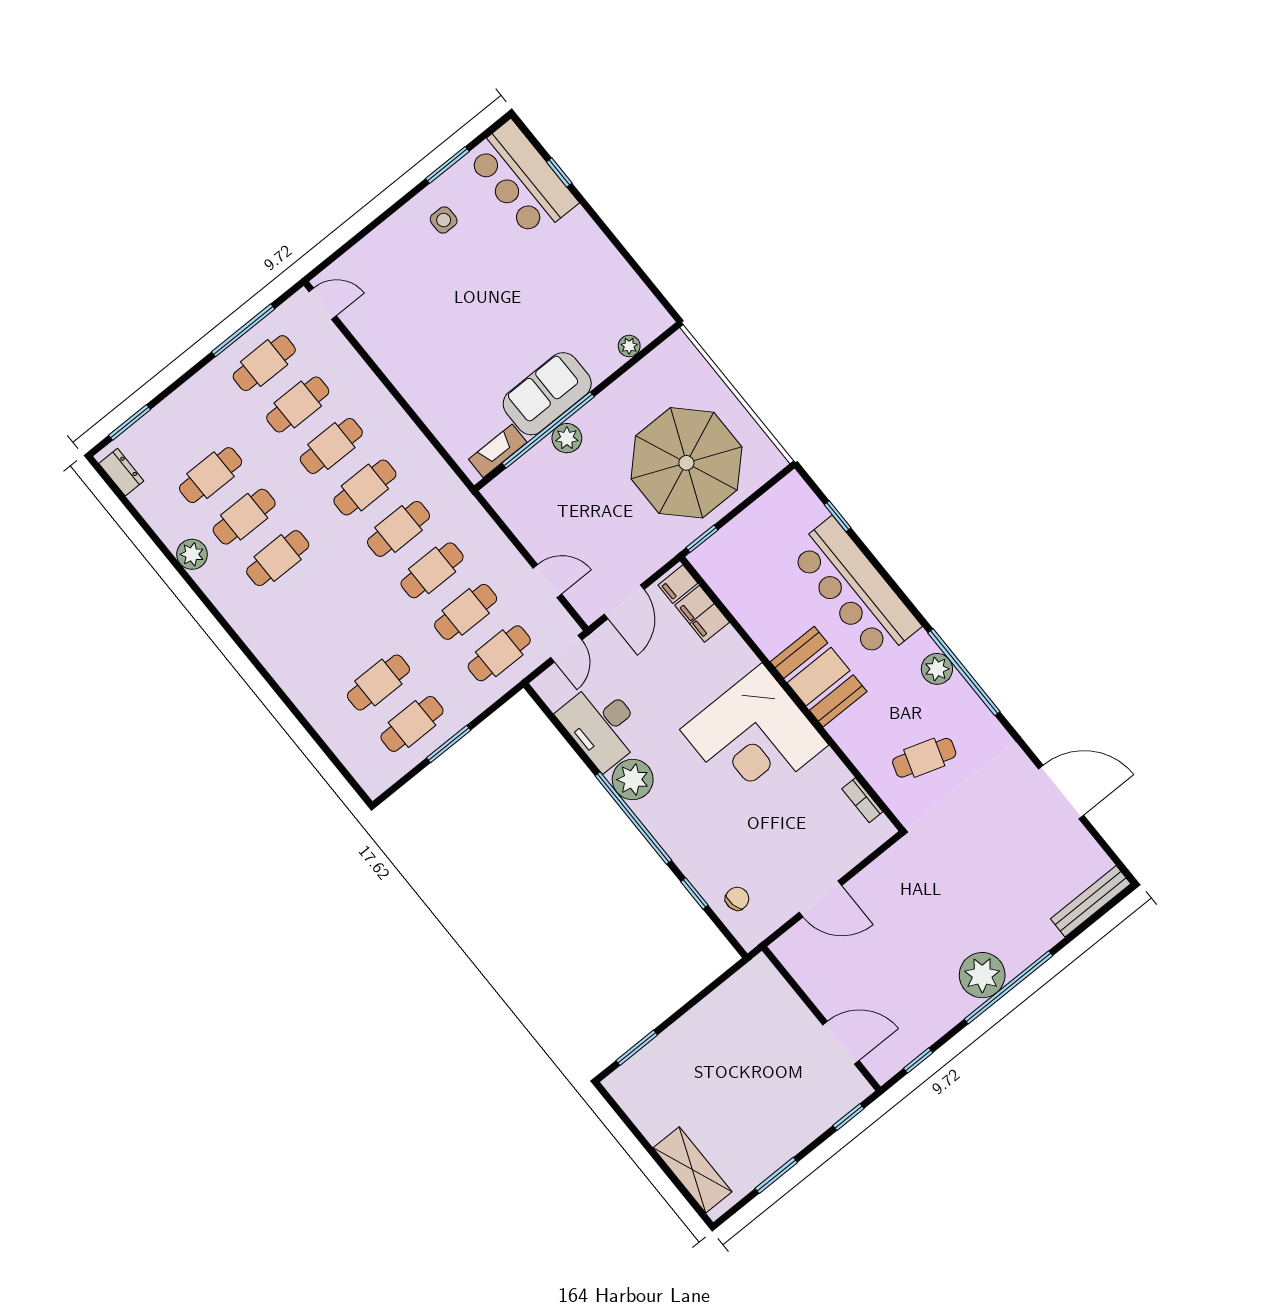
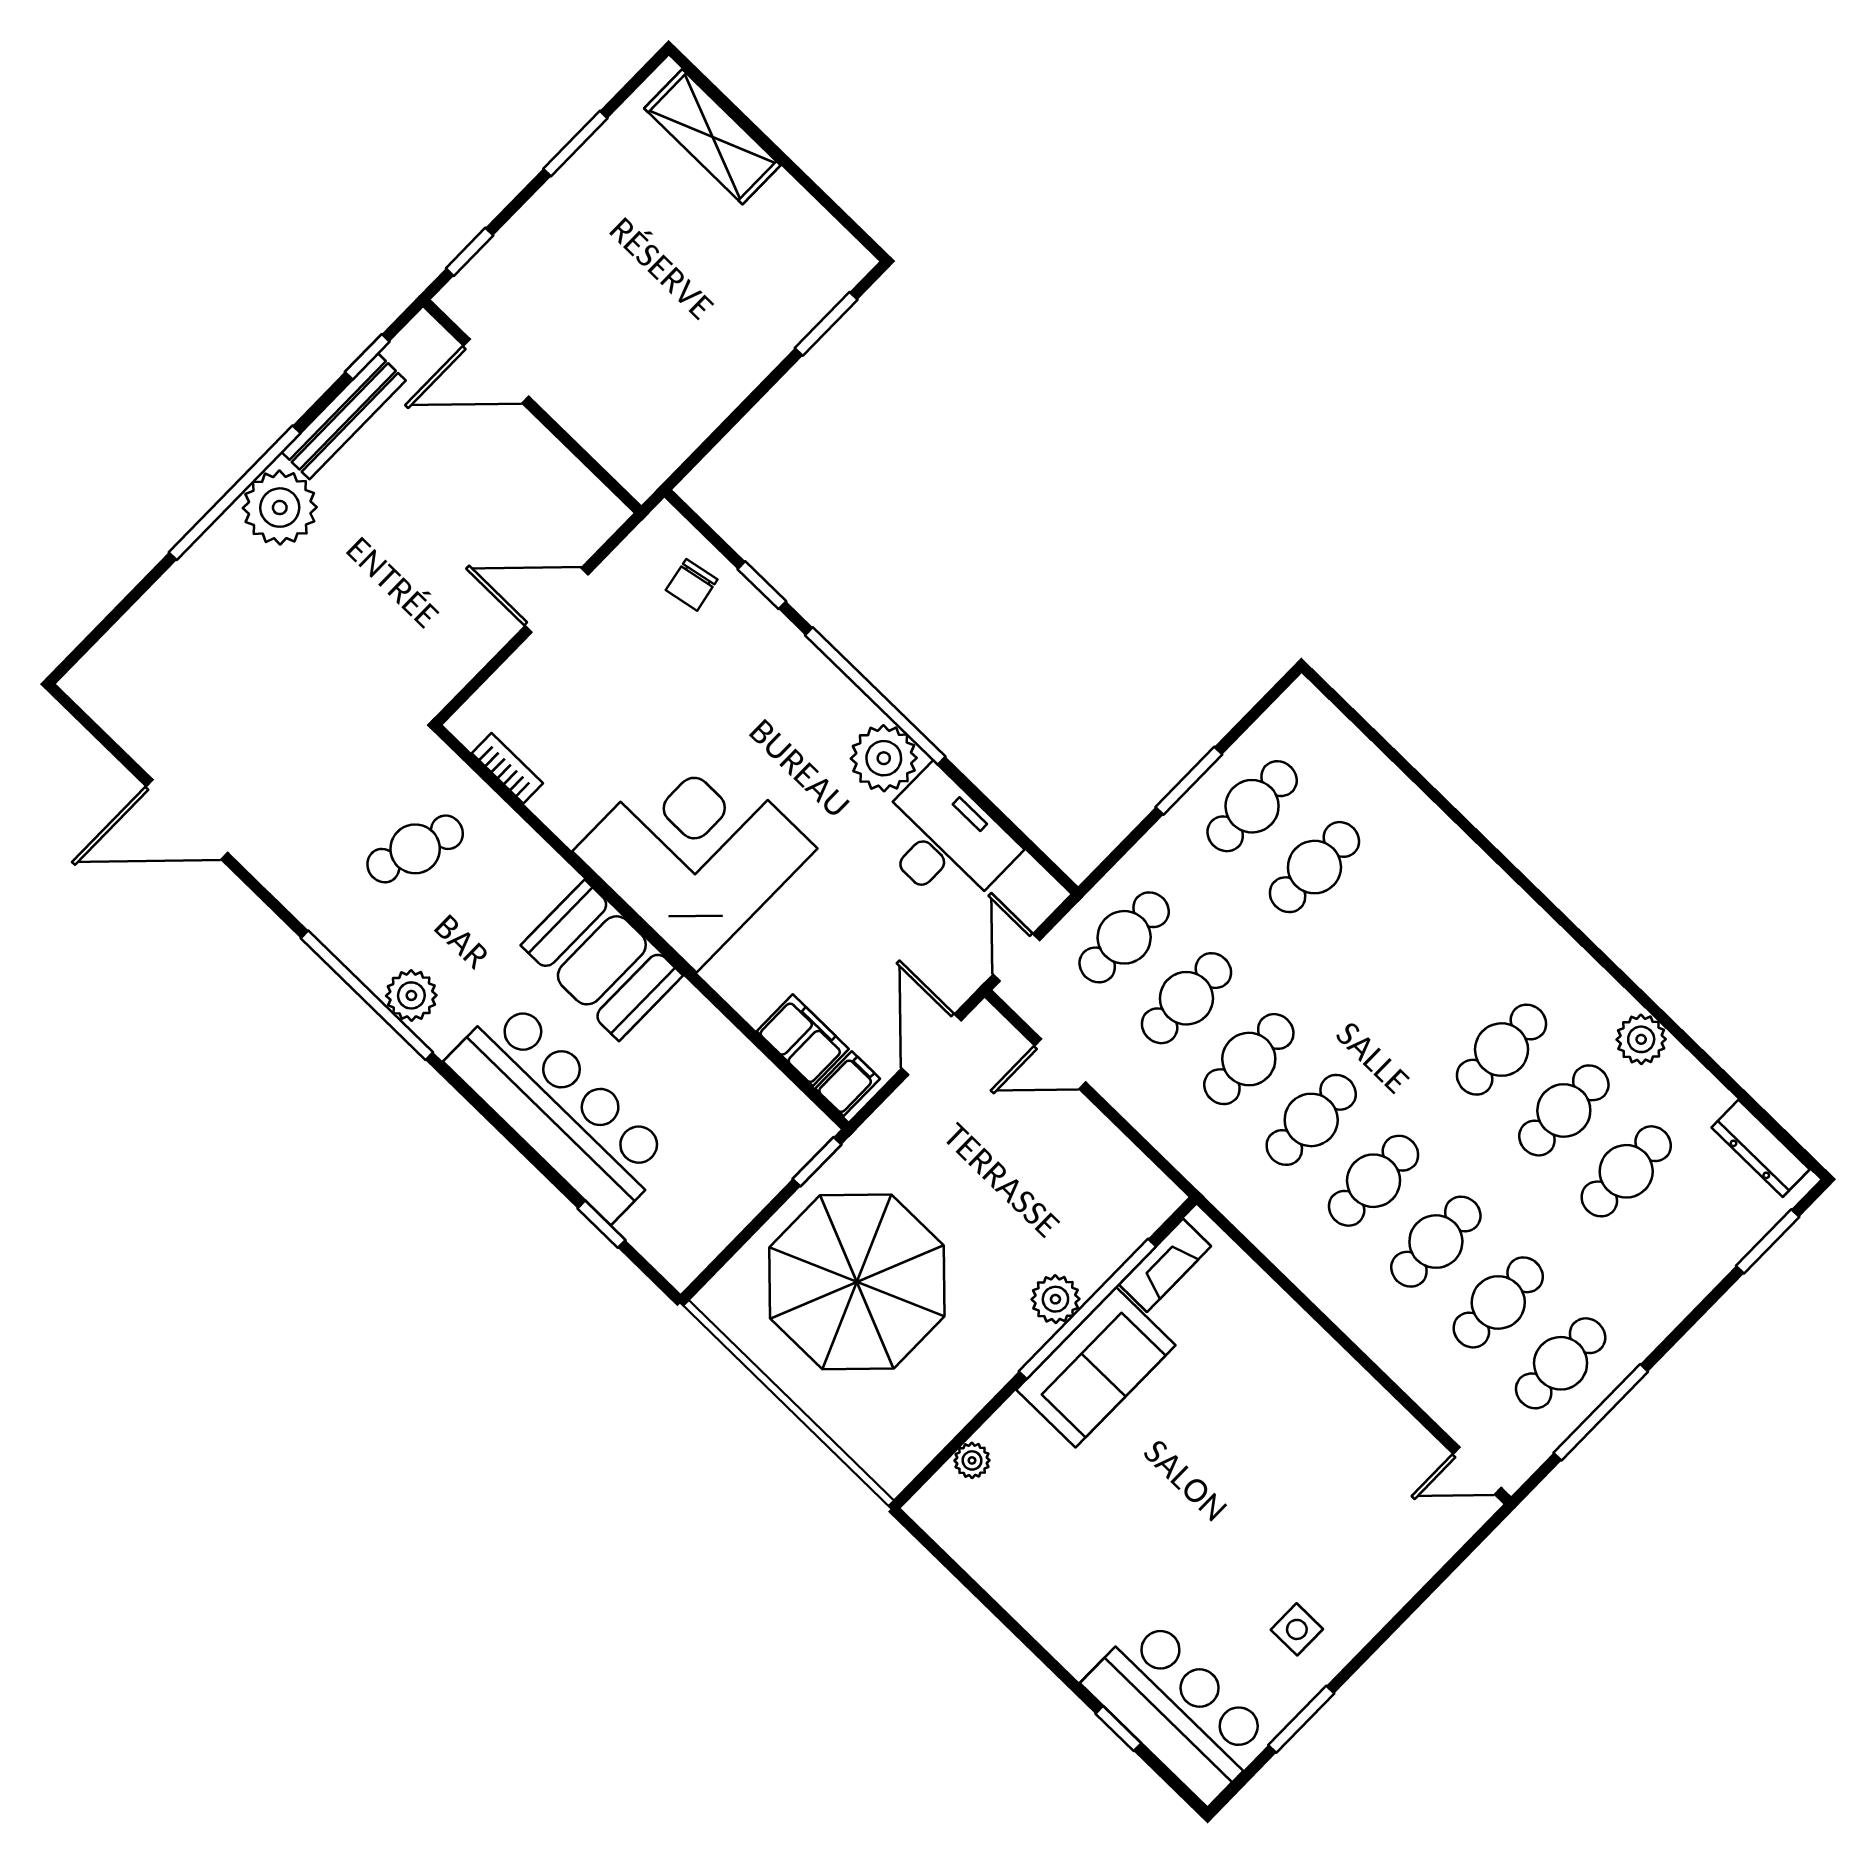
dresser: (121, 472) -> (1761, 1148), width x1.44
bench: (1091, 901) -> (344, 416), moved

